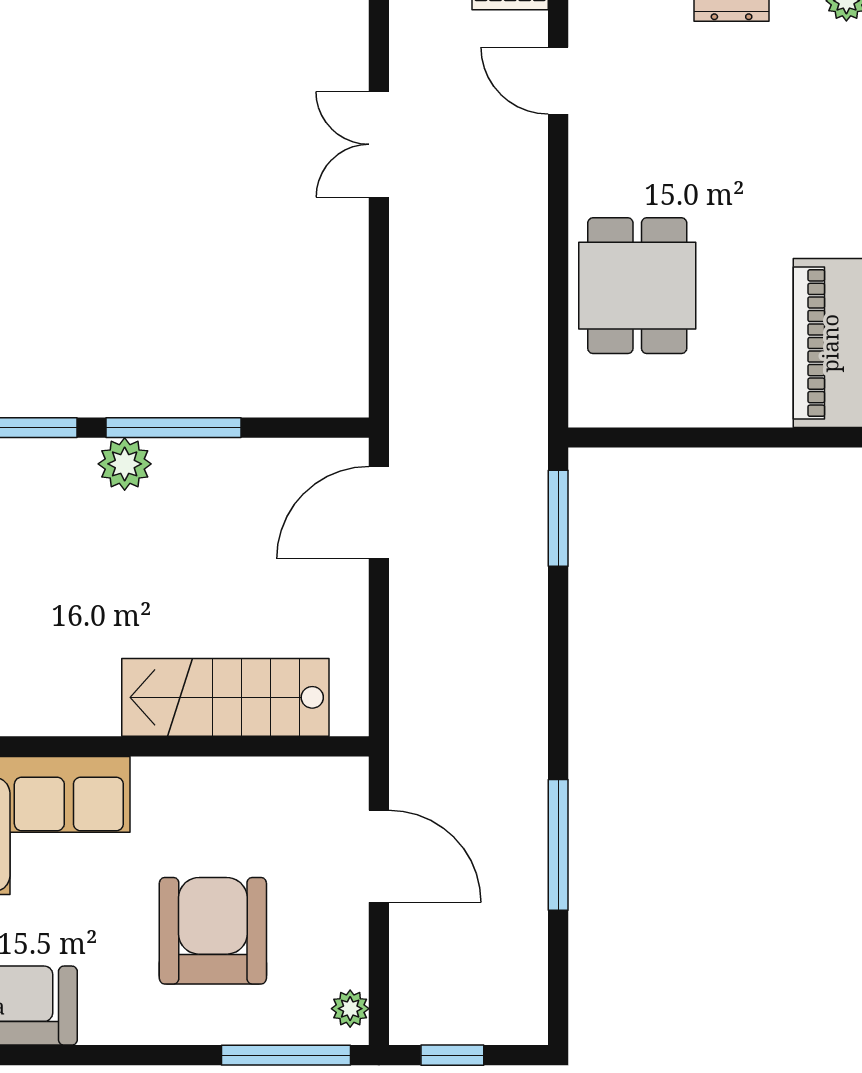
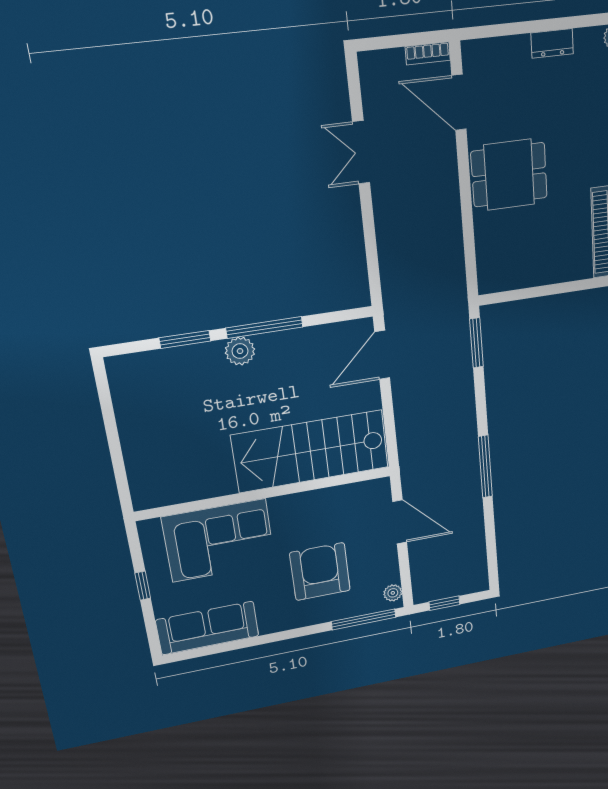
door: (558, 81) -> (459, 102), width x1.38
dining table: (637, 286) -> (509, 175), moved, turned 90
stairs: (225, 697) -> (311, 451), width x1.36, depth x1.51
window: (558, 845) -> (485, 467), moved

